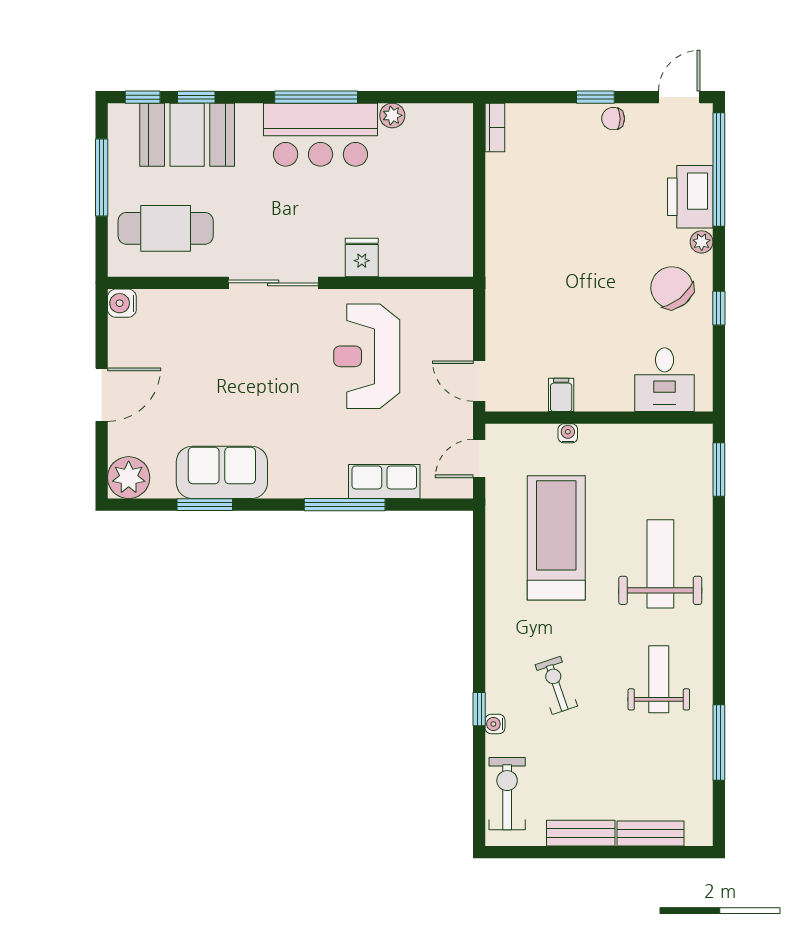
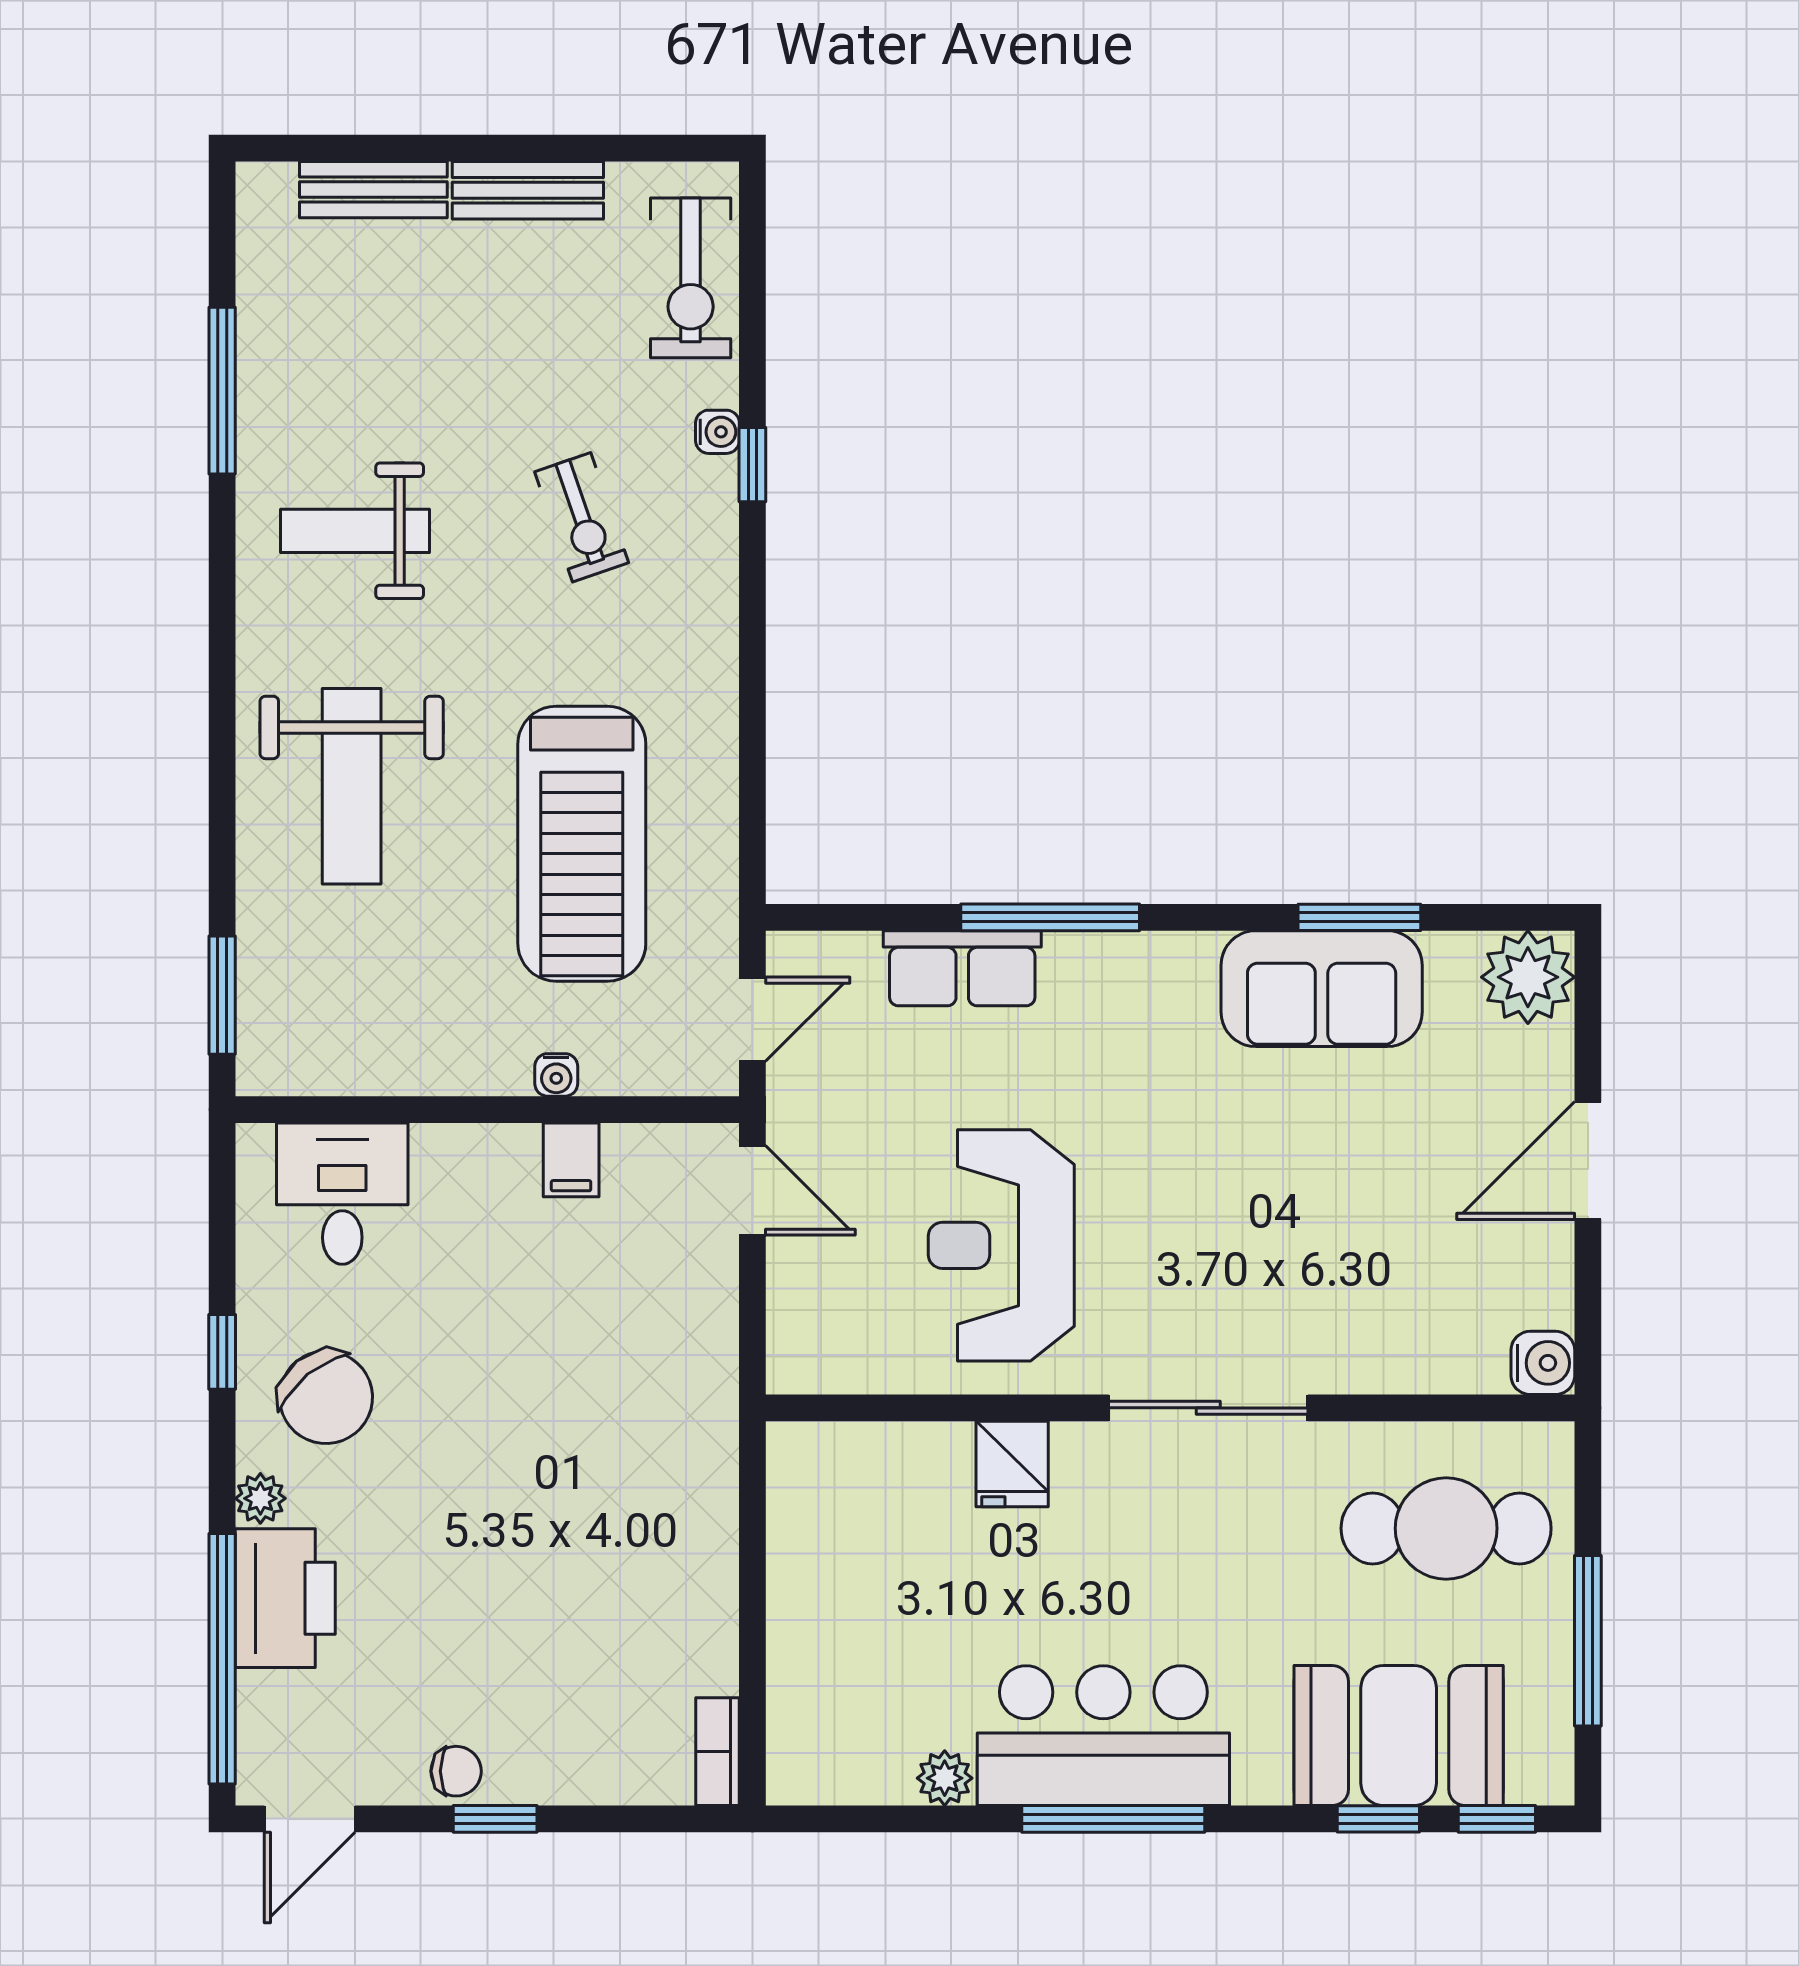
reception desk: (367, 356) -> (1001, 1245), turned 180
weight bench: (659, 679) -> (355, 531), turned 90

